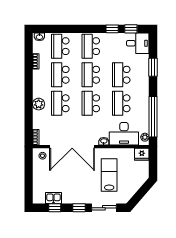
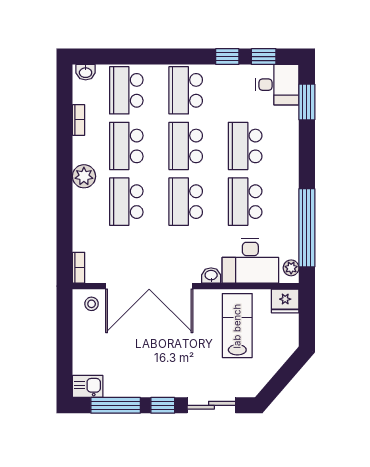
window: (153, 67) -> (307, 102), moved
plant: (39, 104) -> (84, 176), moved
lab bench: (109, 175) -> (237, 326), moved
kitchen sink: (54, 198) -> (88, 386), moved
window: (55, 208) -> (116, 405), width x2.17

